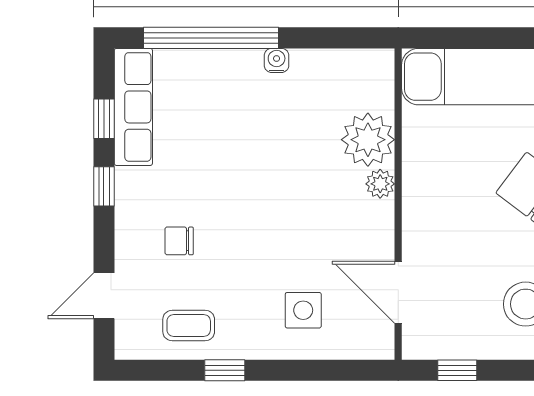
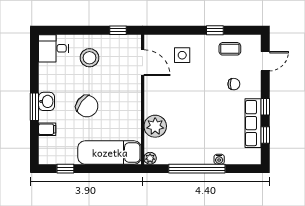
window: (211, 38) -> (197, 169), moved
water cooler: (277, 60) -> (219, 159), moved
row of seats: (133, 107) -> (253, 123), moved
plant: (380, 184) -> (150, 158), moved

